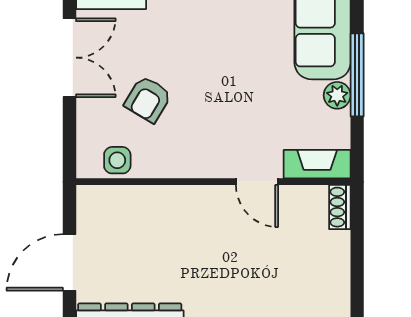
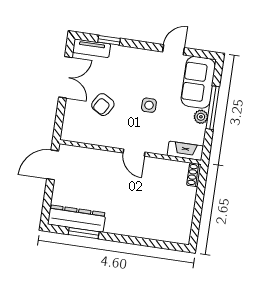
side table: (117, 160) -> (149, 105), moved
door: (257, 182) -> (134, 153), moved
door: (69, 262) -> (53, 165), moved

